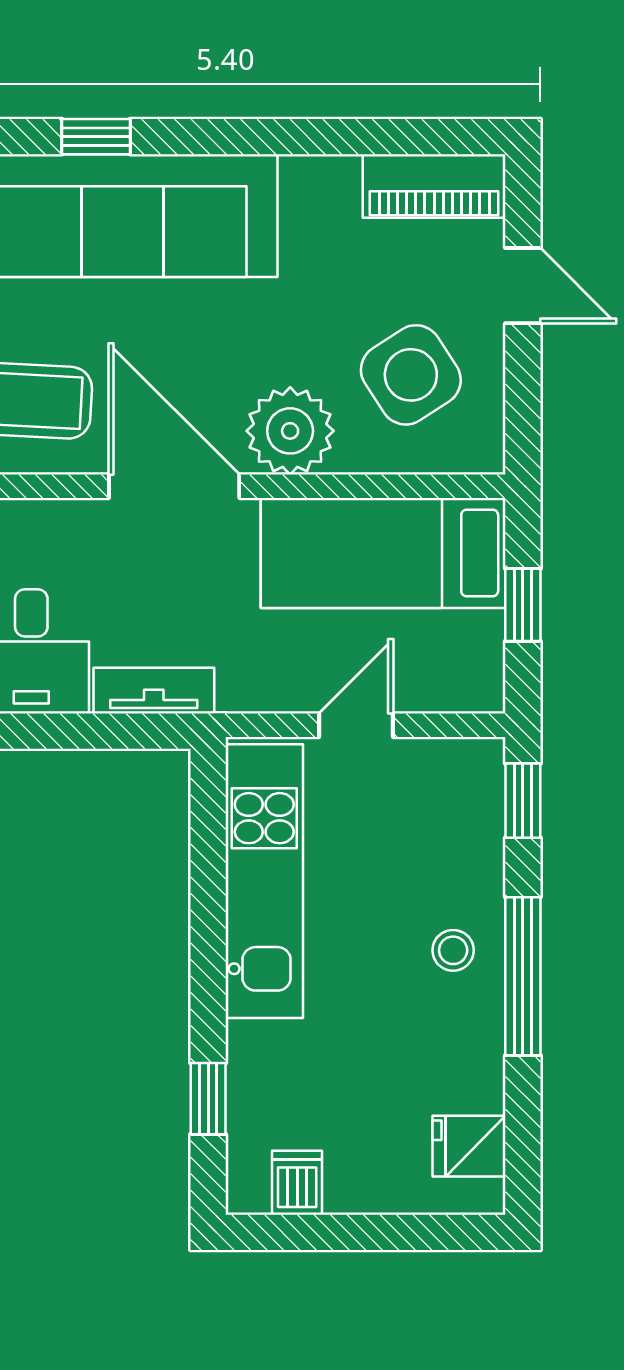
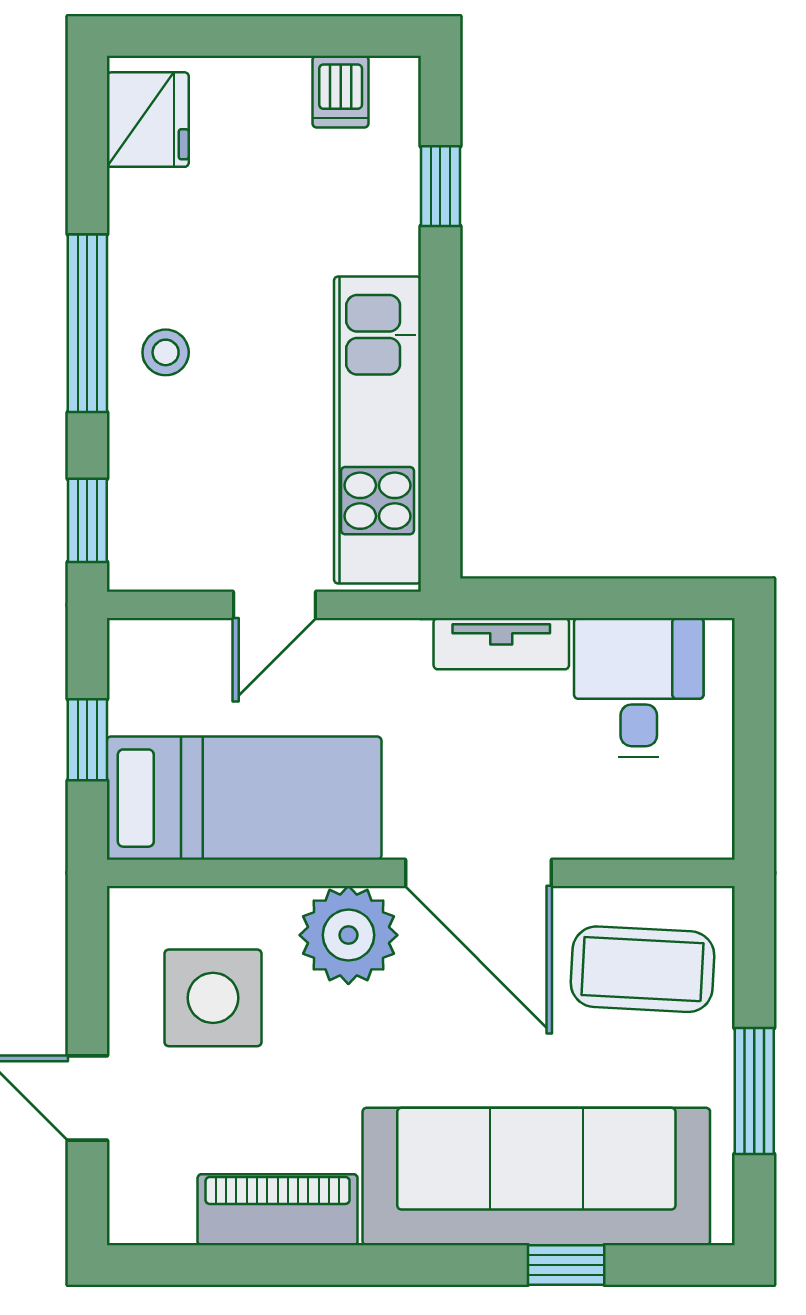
piano: (434, 186) -> (278, 1210), moved
side table: (411, 375) -> (213, 998), turned 33
fridge: (469, 1146) -> (148, 120), width x1.38

